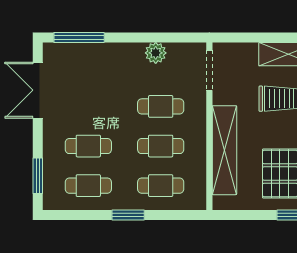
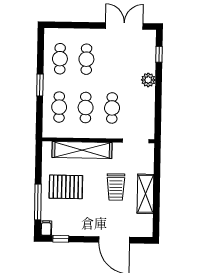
window: (79, 37) -> (159, 54), width x0.46
plant: (156, 53) -> (148, 80), moved
window: (38, 176) -> (67, 25), removed

